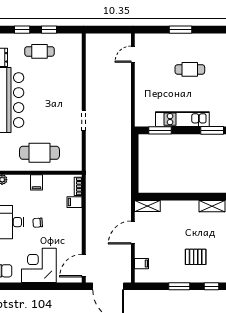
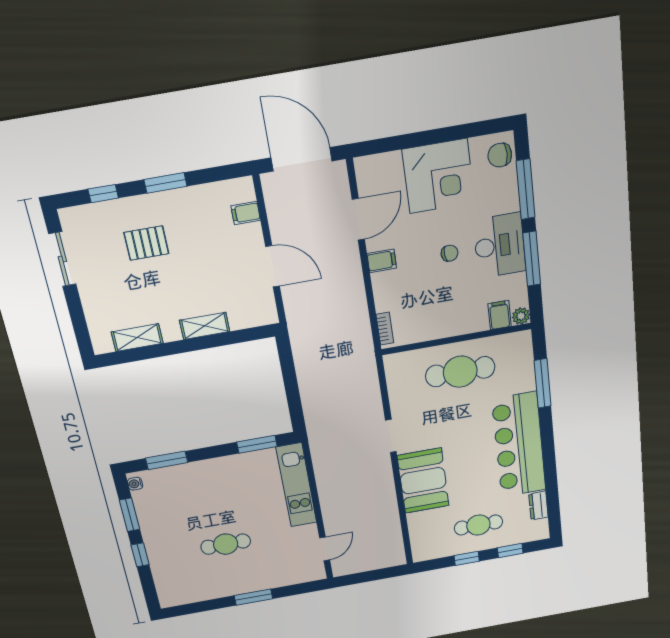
booth: (69, 88) -> (423, 481), added
kitchen unit: (182, 119) -> (296, 485), moved, turned 90
filing cabinet: (37, 182) -> (500, 315), moved
filing cabinet: (75, 202) -> (382, 261), moved
shelving: (147, 206) -> (205, 326), moved
door: (133, 233) -> (272, 266), hinge flipped
door: (84, 266) -> (358, 219), moved

